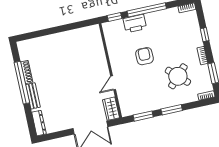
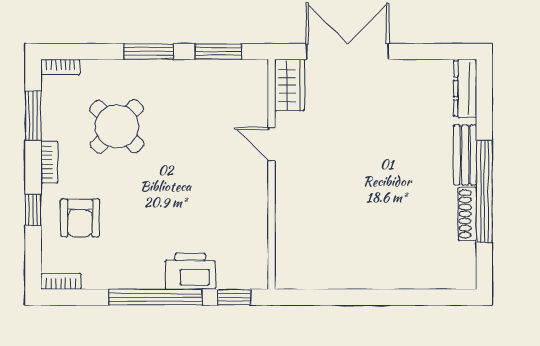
armchair: (144, 56) -> (80, 218), moved
door: (113, 83) -> (272, 144), swing flipped

